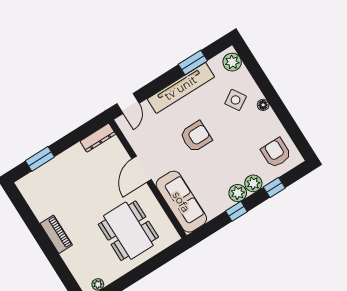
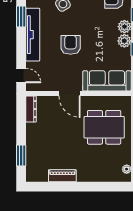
piano: (56, 234) -> (62, 176), moved

